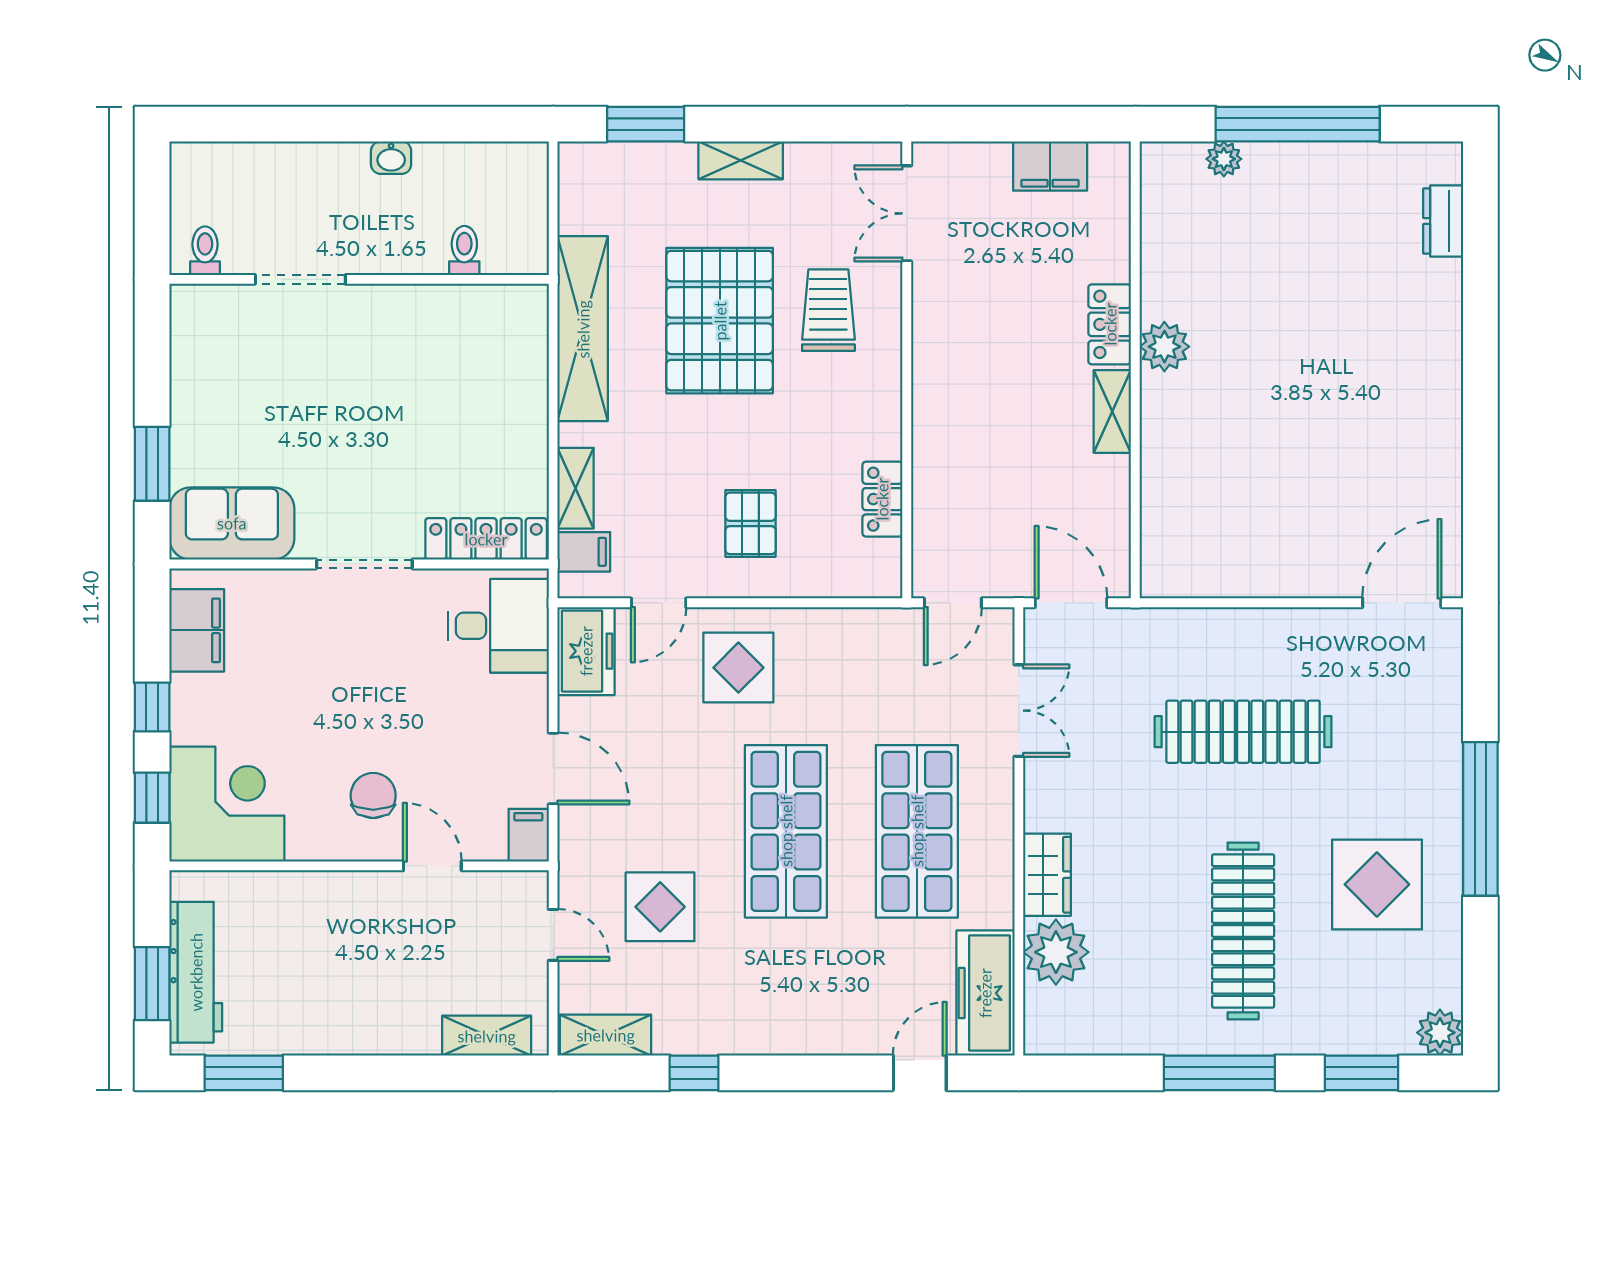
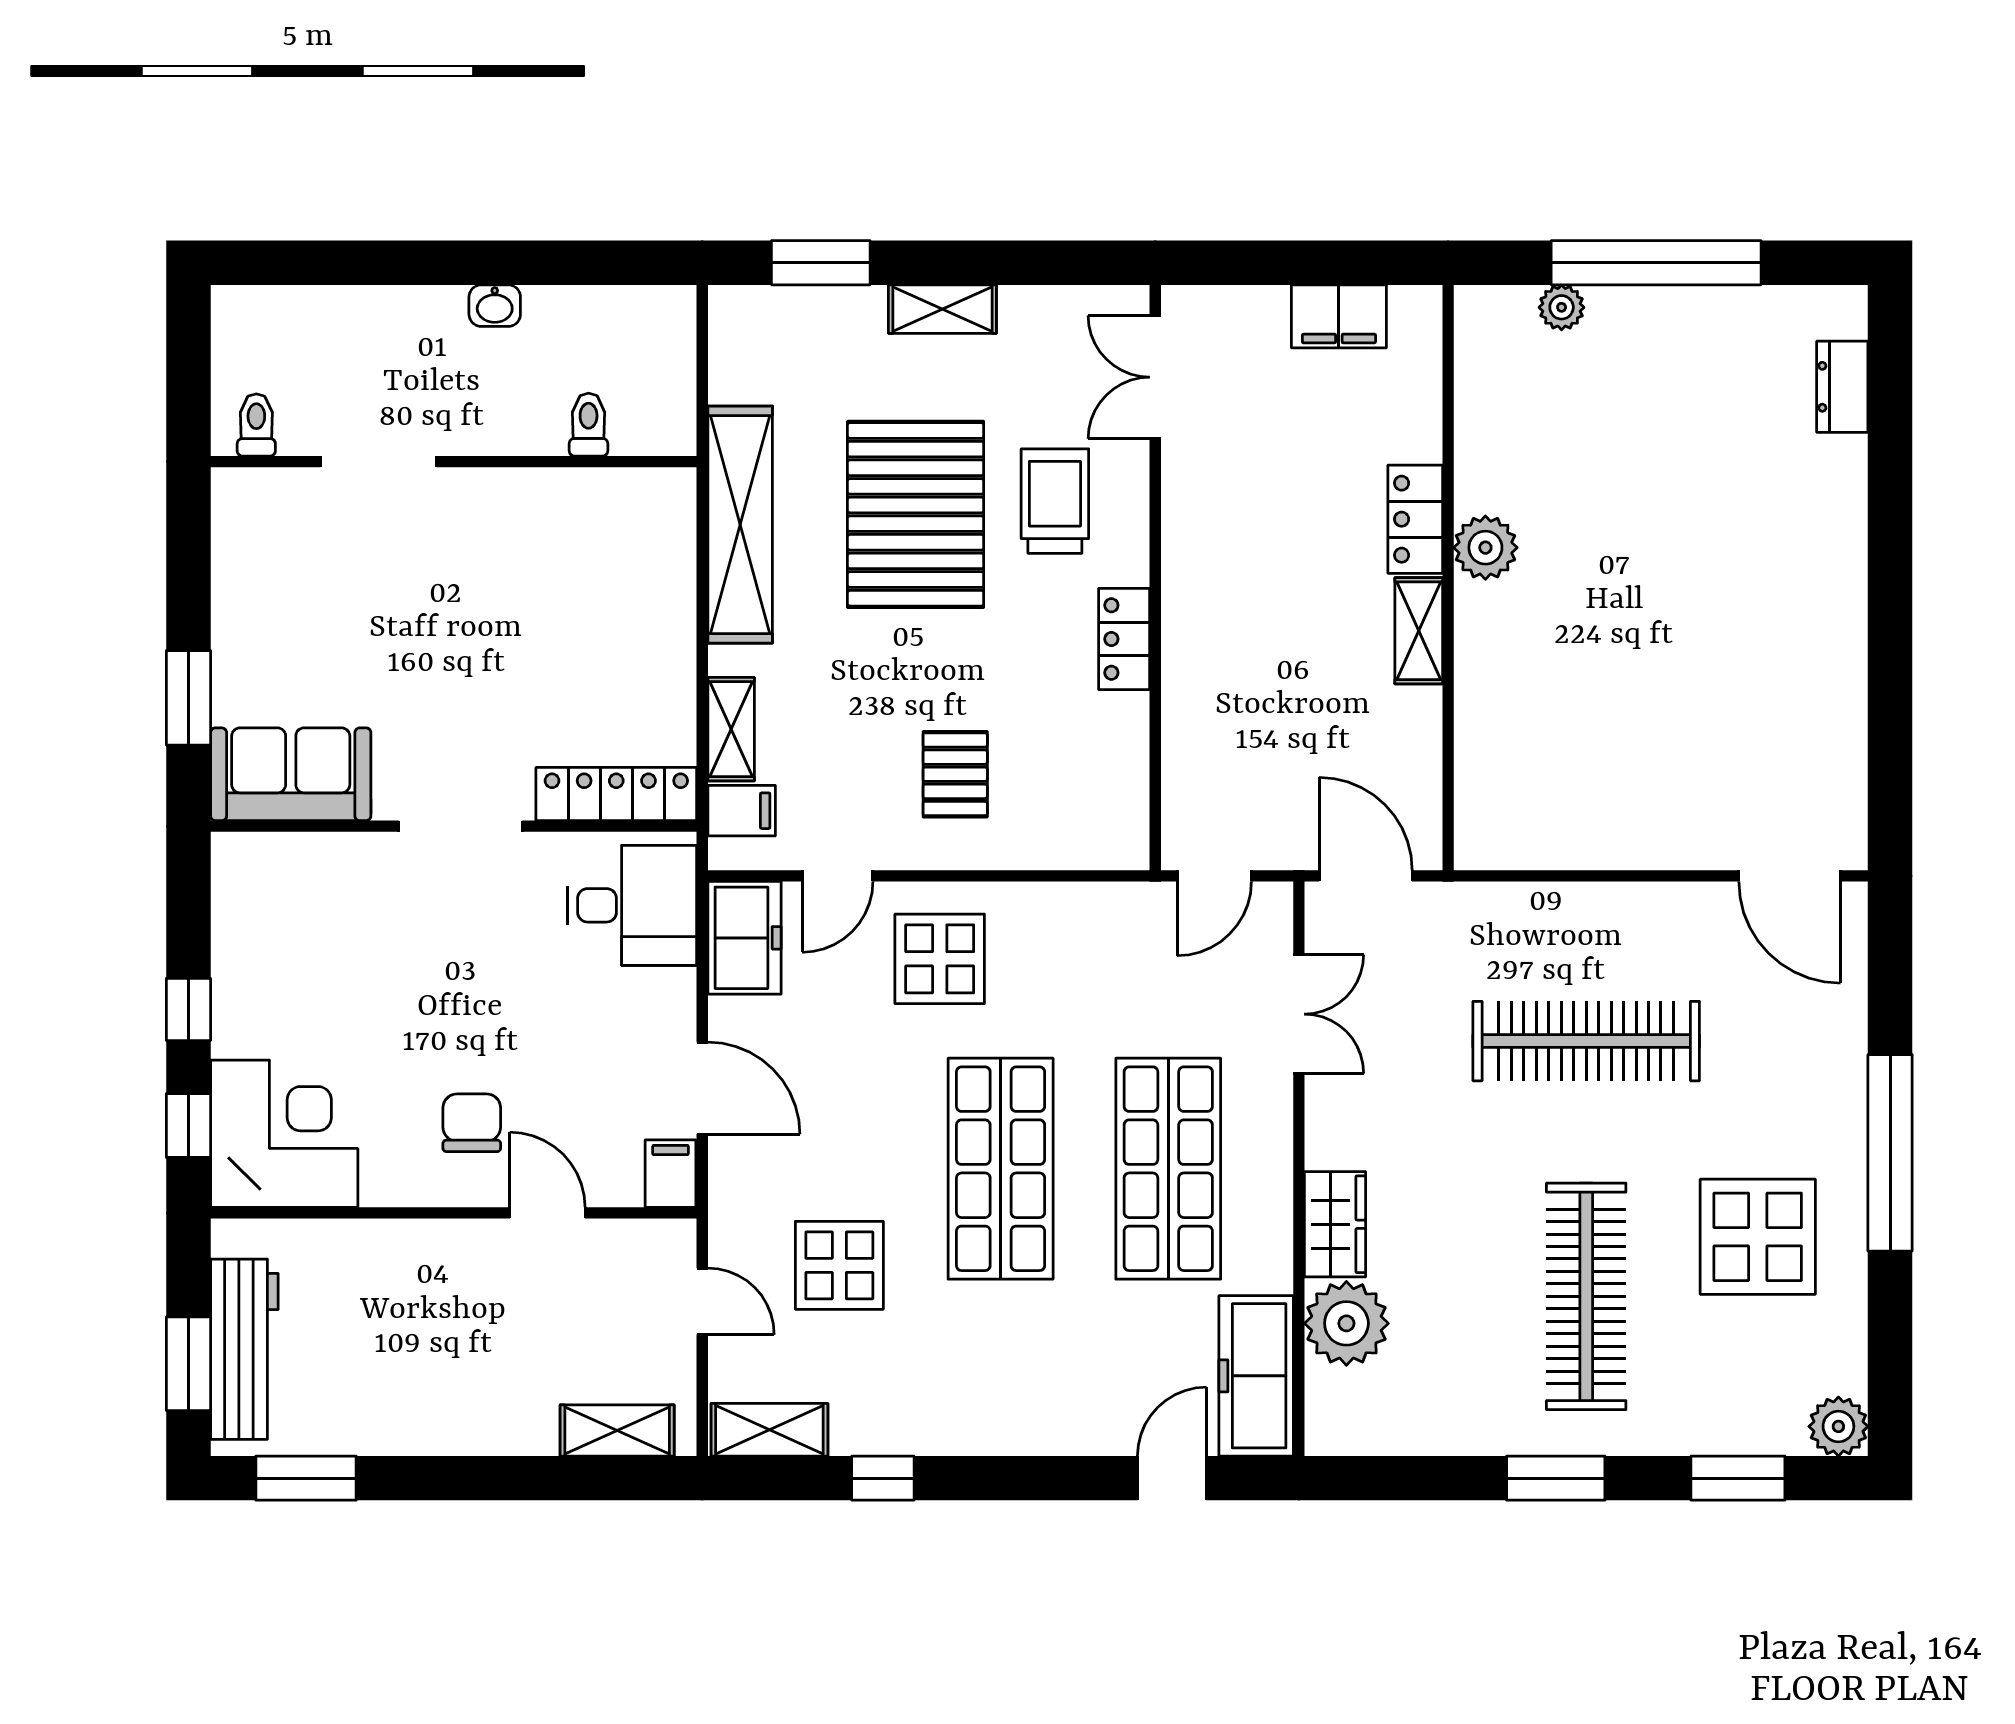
locker: (882, 499) -> (1124, 639), moved
door: (1402, 603) -> (1790, 876), swing flipped
filing cabinet: (197, 630) -> (246, 911), removed
window: (1219, 1073) -> (1556, 1478), width x0.69

